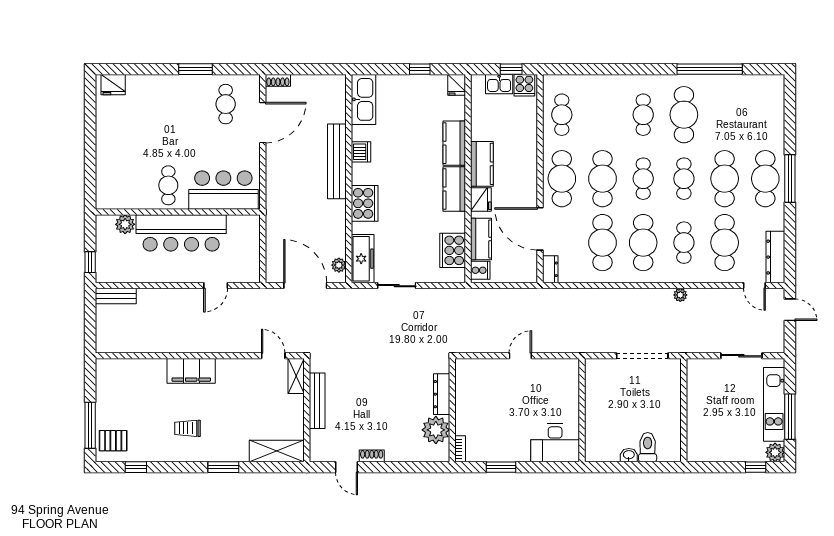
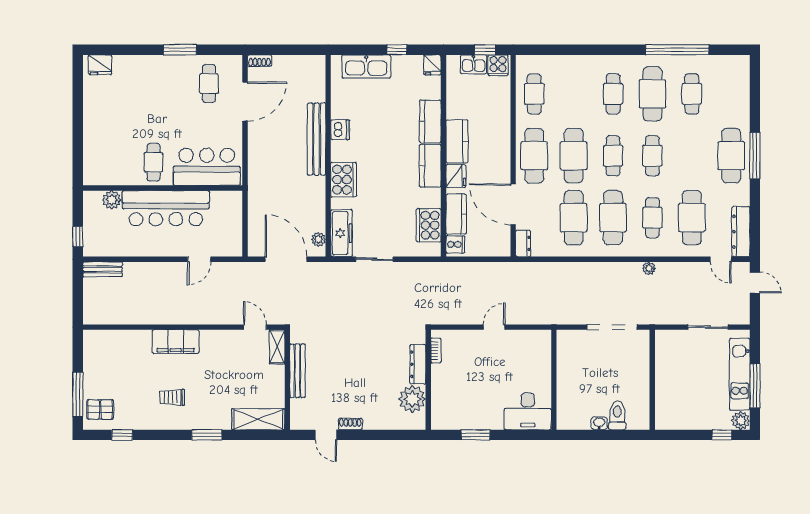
kitchen sink: (363, 99) -> (366, 66), moved, turned 90
cafe table: (725, 179) -> (692, 94), moved, width x0.73, depth x0.74
bookcase: (460, 449) -> (436, 350), moved

